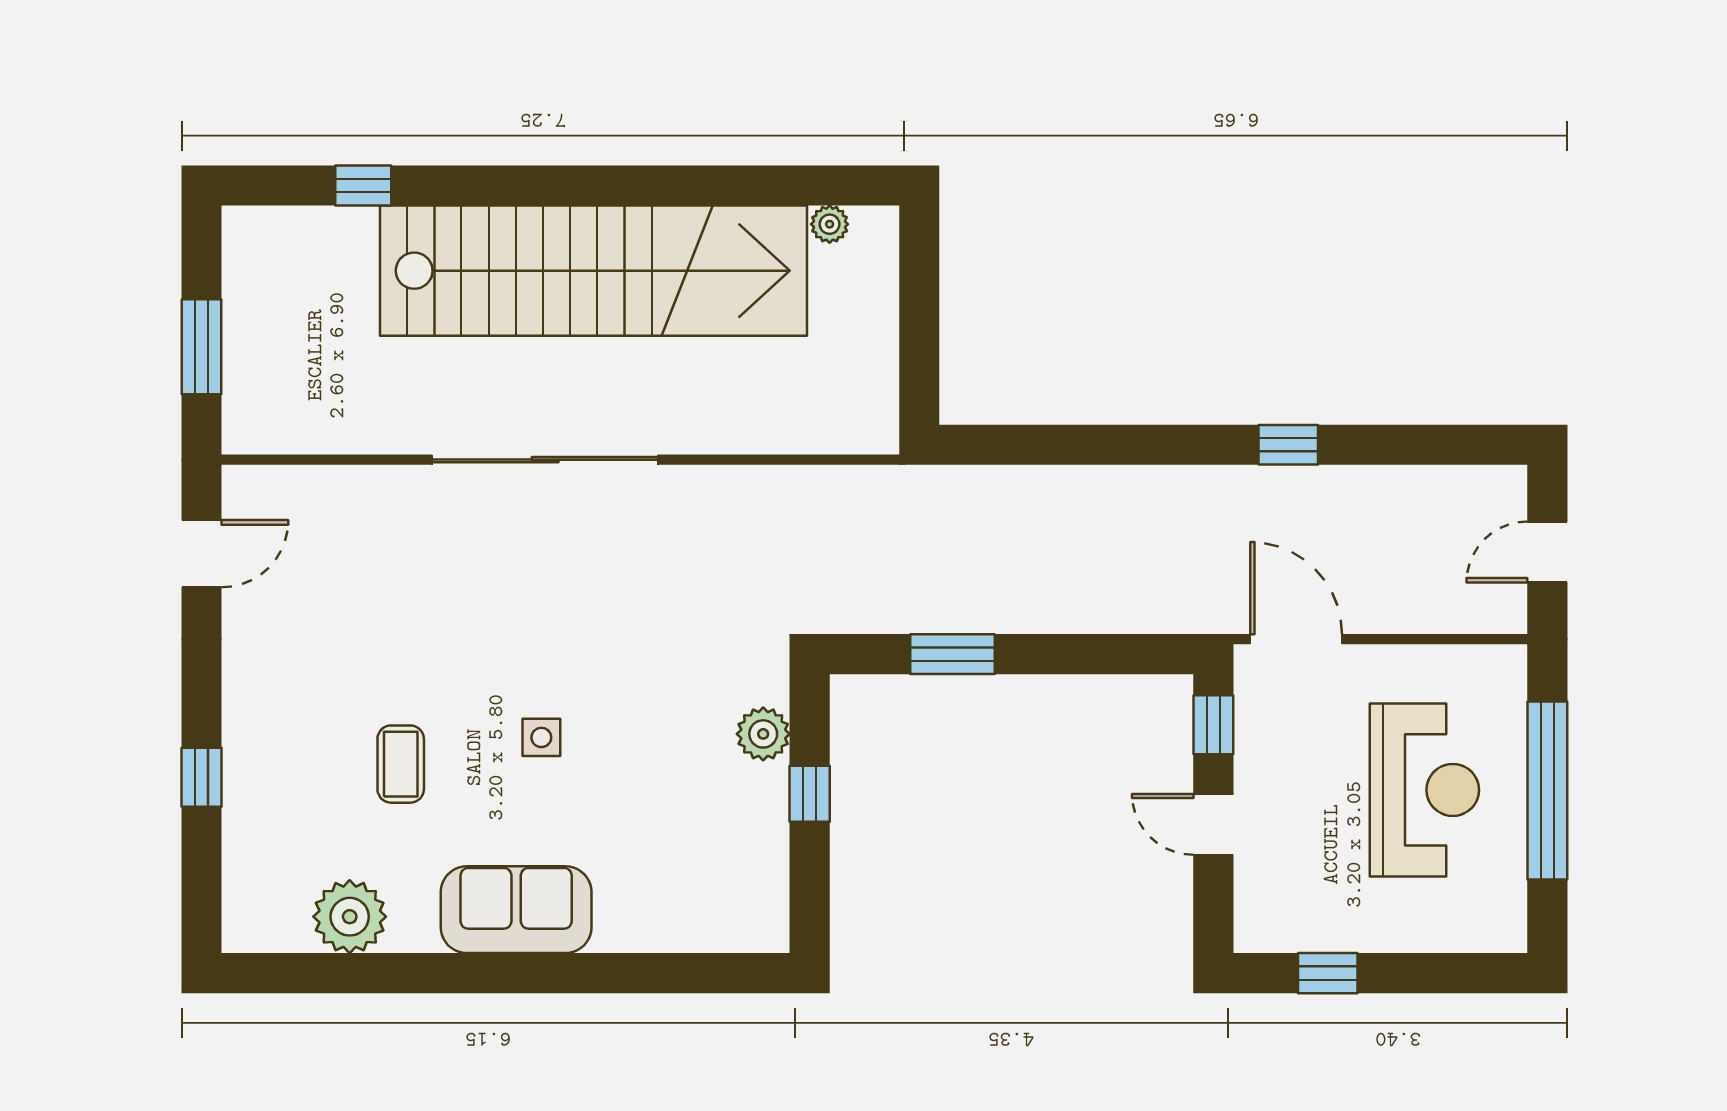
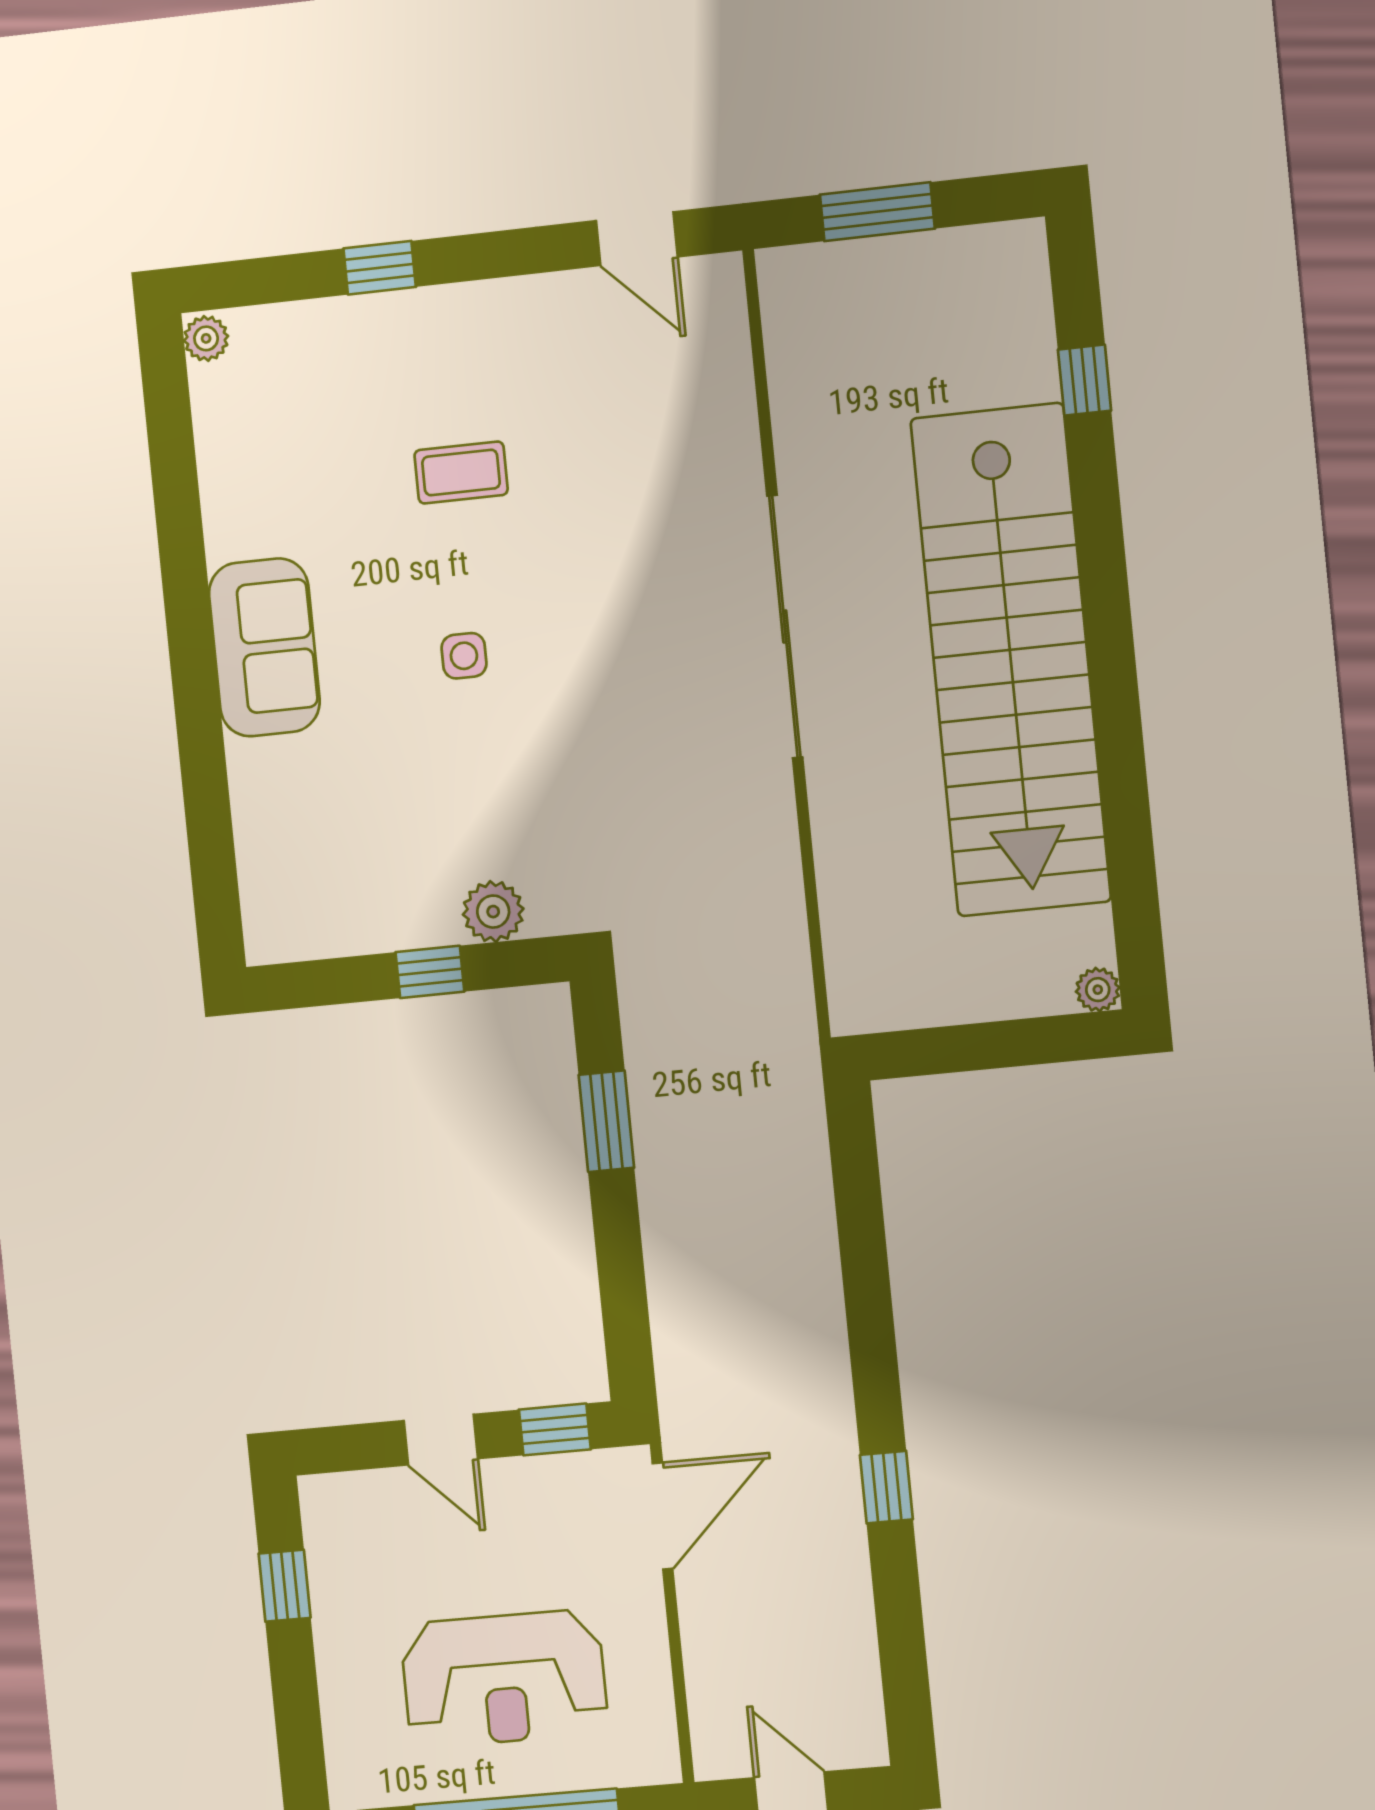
plant: (830, 224) -> (1098, 990), moved
coffee table: (401, 764) -> (461, 473), moved
door: (1213, 824) -> (441, 1440), swing flipped
plant: (350, 917) -> (206, 338), moved, width x0.53, depth x0.53

